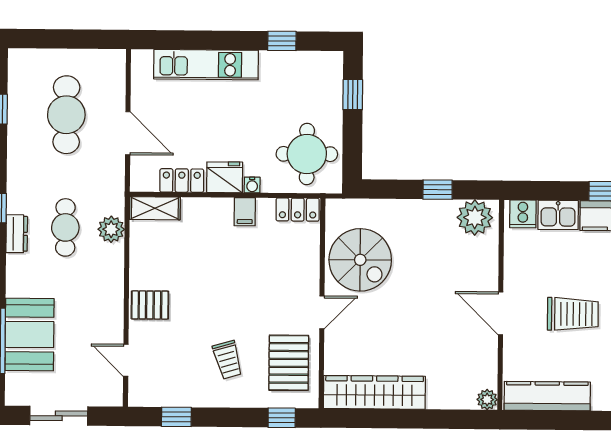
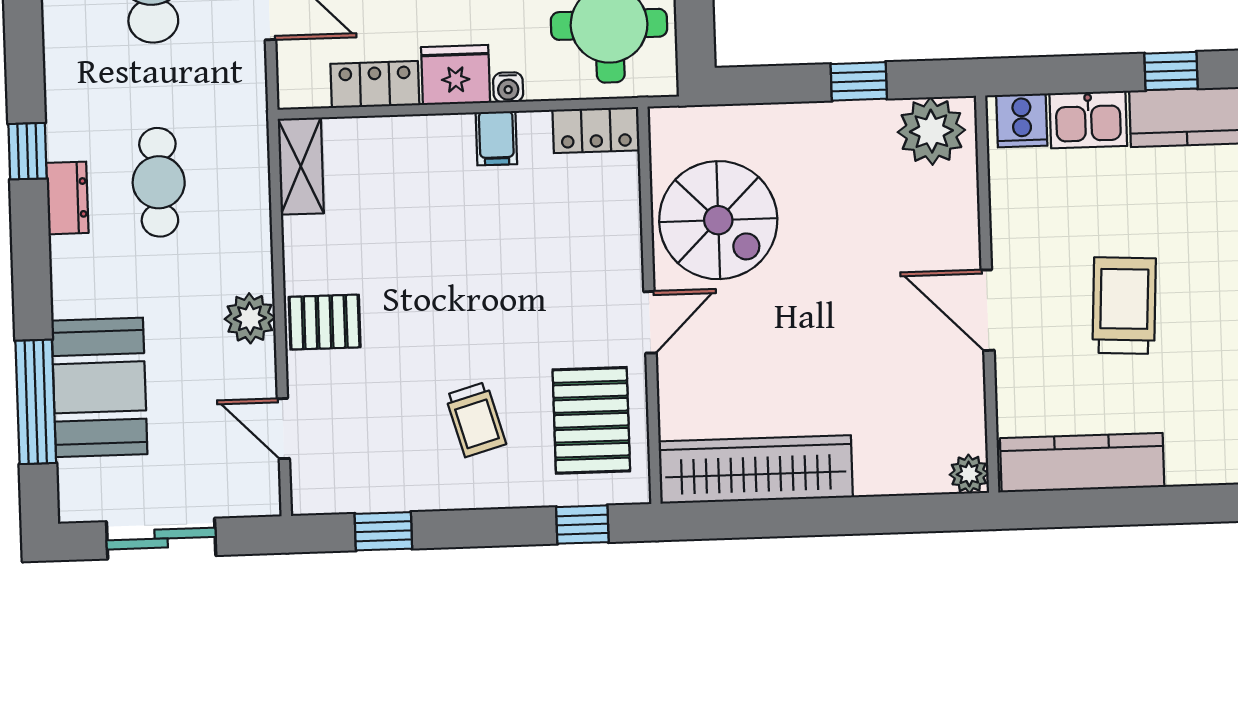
shelving: (155, 208) -> (301, 166), moved, turned 90
plant: (111, 229) -> (250, 318), moved
trolley: (573, 314) -> (1124, 306), turned -87

